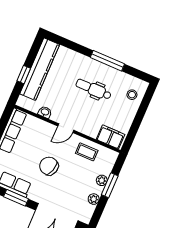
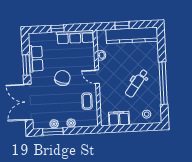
window: (107, 61) -> (163, 83), width x1.46
dental chair: (94, 89) -> (137, 83), turned -143
filing cabinet: (110, 137) -> (119, 118), moved, turned -90
window: (110, 185) -> (53, 132), moved

